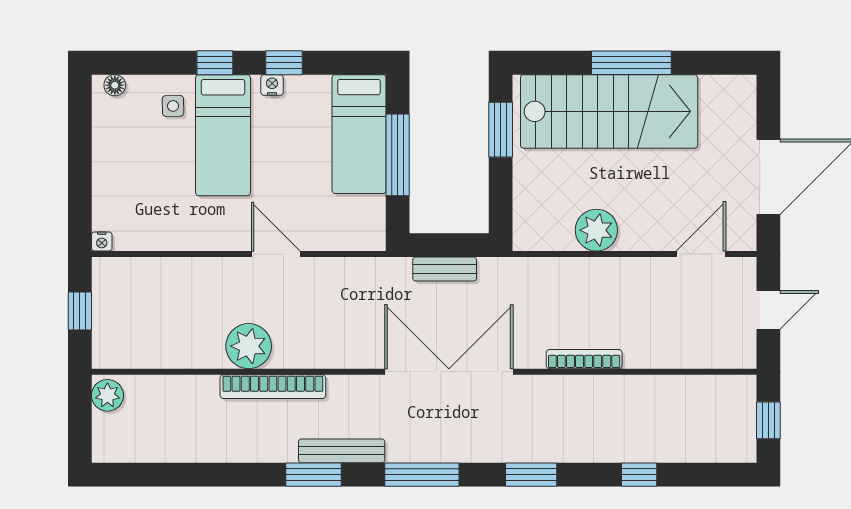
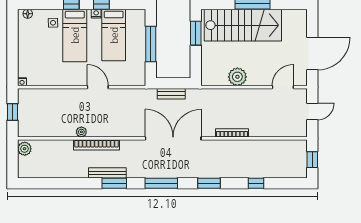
bed: (359, 134) -> (114, 35), moved
plant: (249, 346) -> (81, 132), width x0.53, depth x0.53
bench: (342, 451) -> (107, 173), moved

